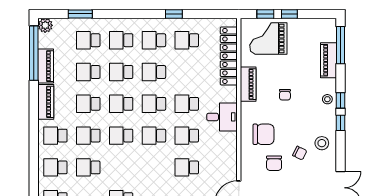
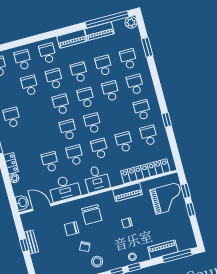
grand piano: (268, 39) -> (167, 198), turned 90
school desk: (154, 72) -> (124, 142), moved
desk: (223, 159) -> (64, 188), added

